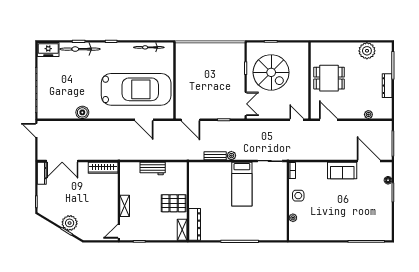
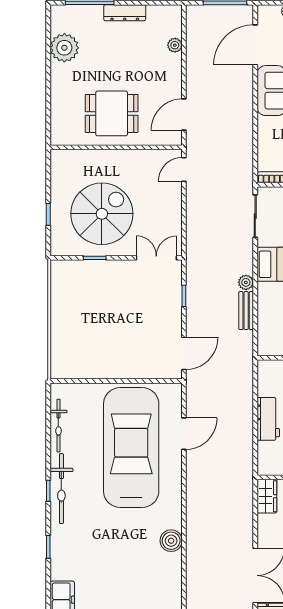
bicycle: (80, 49) -> (61, 489), moved
dining table: (329, 78) -> (112, 113), turned 90
wardrobe: (103, 168) -> (267, 496), width x0.67

